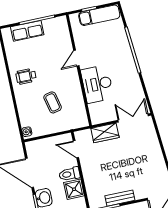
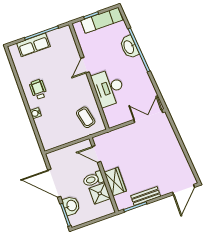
washbasin: (123, 46) -> (129, 47), added
wheelchair: (26, 76) -> (38, 89), turned 90
coffee table: (53, 102) -> (86, 117), moved
water cooler: (27, 132) -> (36, 113), moved
wardrobe: (105, 133) -> (115, 182), moved, turned -90

